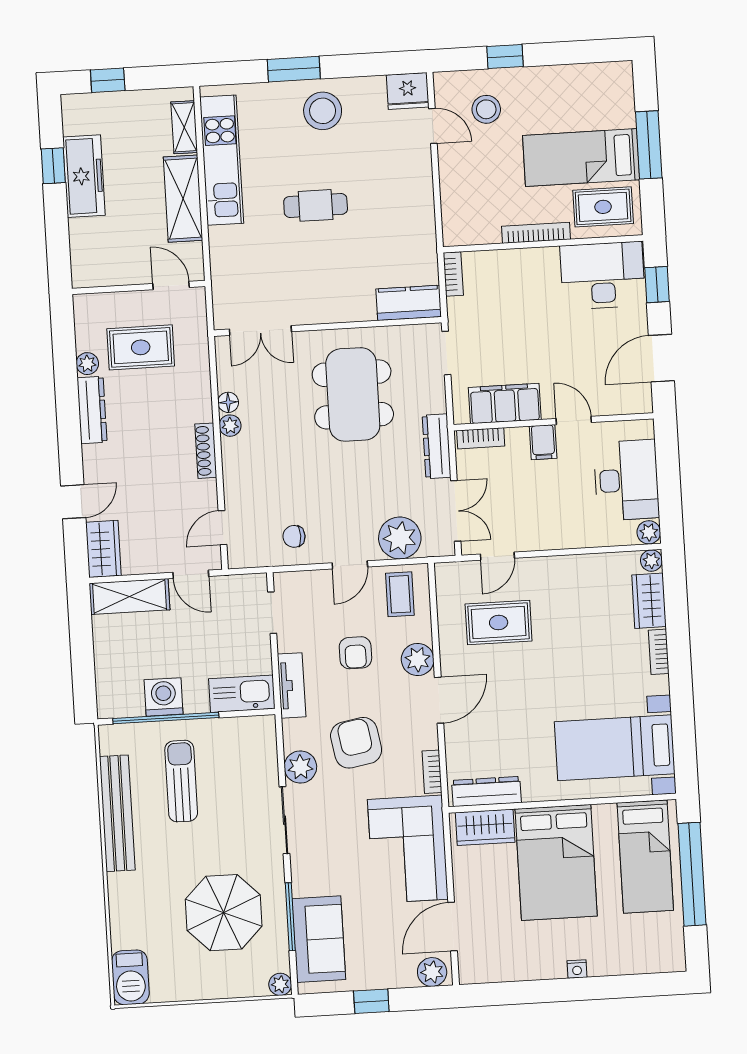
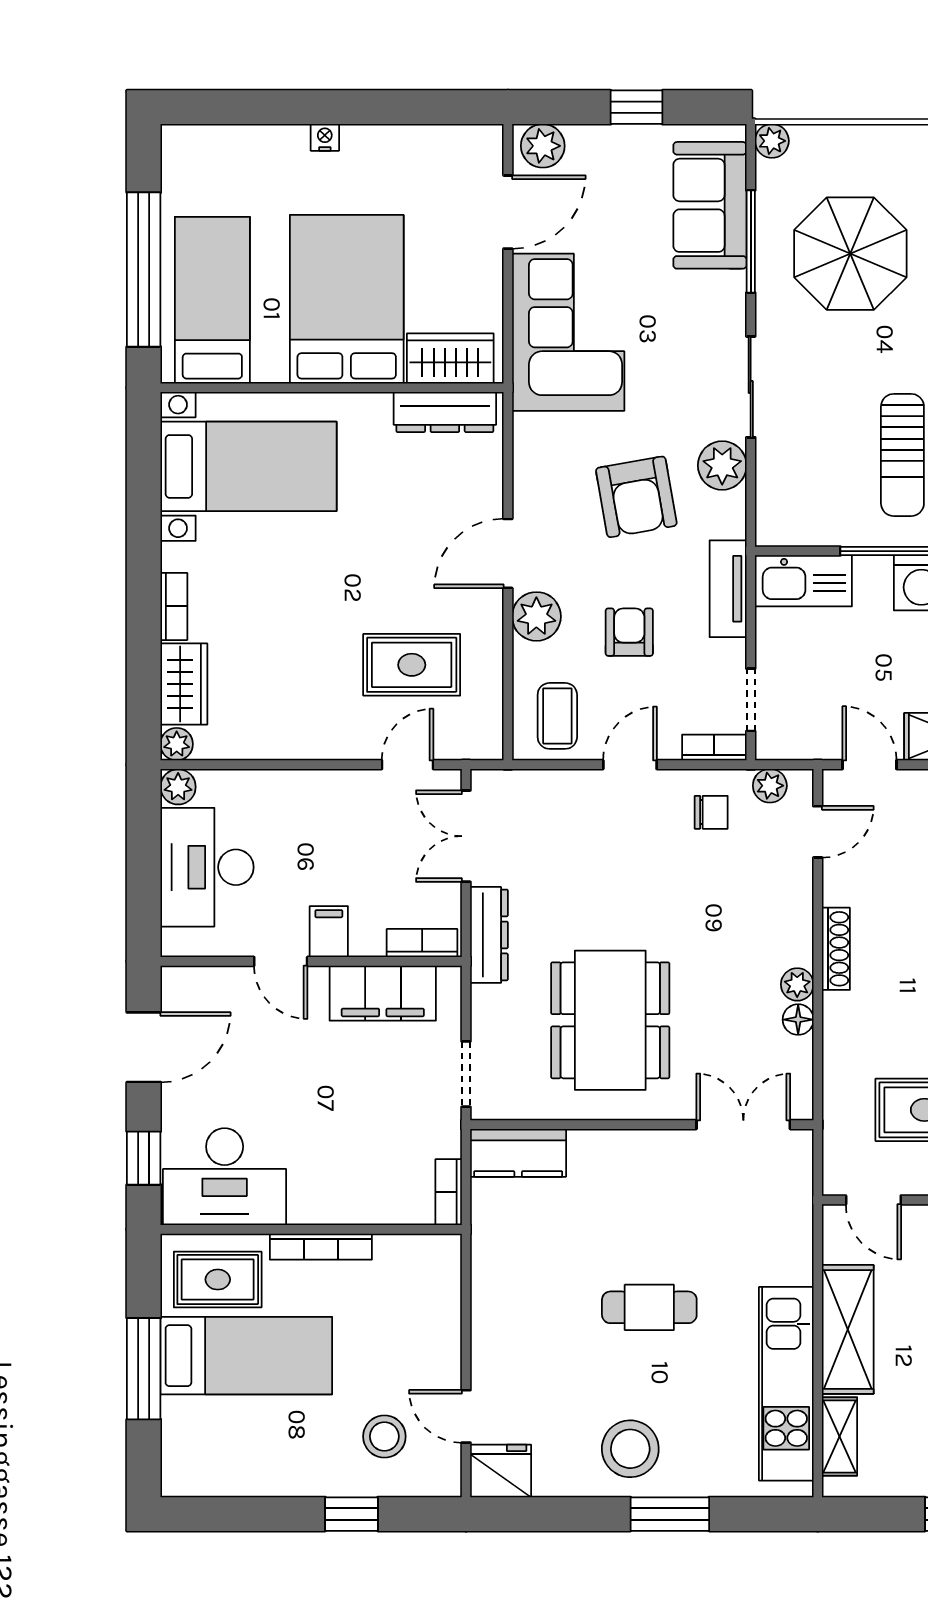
plant: (400, 538) -> (770, 786), moved, width x0.53, depth x0.53
bookcase: (432, 772) -> (714, 747), moved, turned -90

